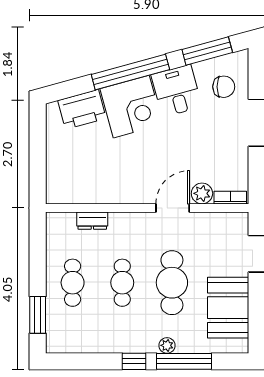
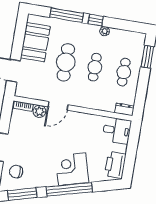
desk: (176, 91) -> (117, 131), moved, turned -75
printer: (82, 109) -> (115, 165), moved, turned -75
dresser: (92, 221) -> (124, 109), moved
plant: (167, 345) -> (105, 31), moved

